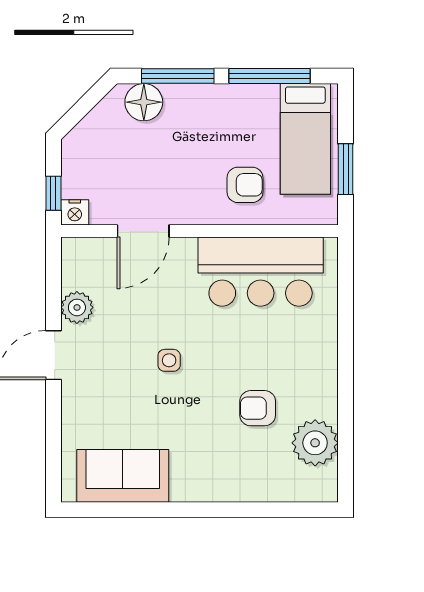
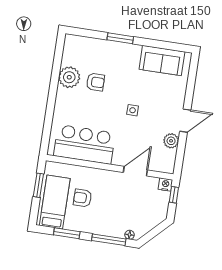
window: (270, 76) -> (67, 233), width x0.69
floor lamp: (144, 102) -> (130, 235), width x0.53, depth x0.53
armchair: (245, 185) -> (82, 198), moved
plant: (315, 443) -> (69, 77), moved
window: (219, 510) -> (120, 38), added

